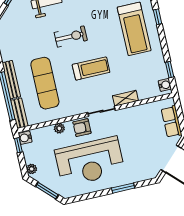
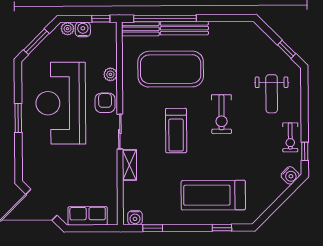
exercise mat: (45, 83) -> (171, 69), width x1.47
water cooler: (25, 138) -> (83, 29), moved
window: (123, 188) -> (18, 118), moved

